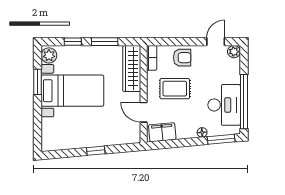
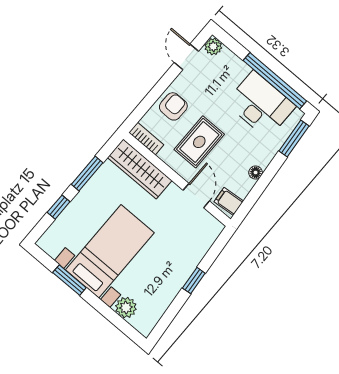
plant: (49, 55) -> (126, 308), moved
door: (144, 112) -> (196, 196), swing flipped
filing cabinet: (162, 132) -> (229, 201), width x0.50
floor lamp: (202, 132) -> (256, 172), moved

